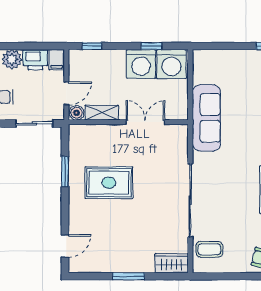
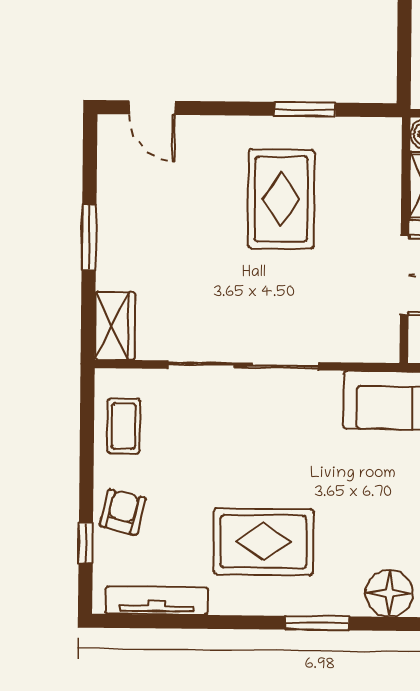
sliding door: (34, 123) -> (404, 47), removed
coffee table: (209, 249) -> (124, 426), moved

